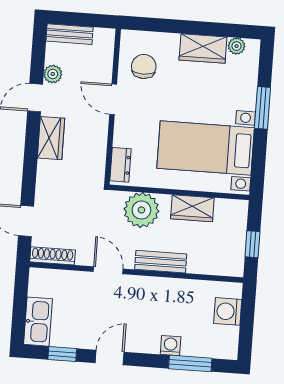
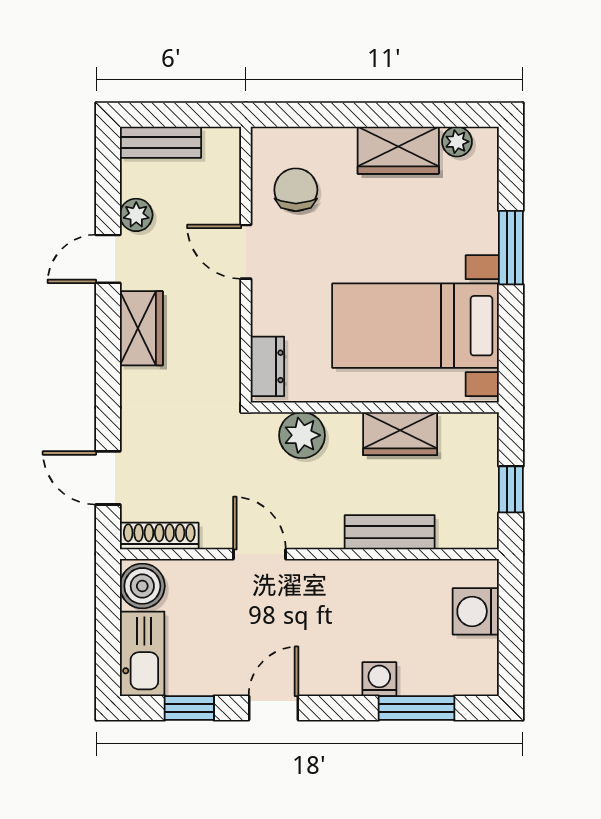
plant: (141, 210) -> (302, 435), width x0.73, depth x0.73
bench: (161, 262) -> (390, 532), moved
boiler: (41, 283) -> (142, 586), added

